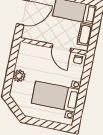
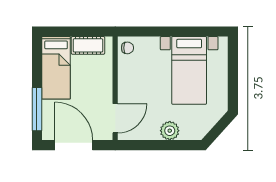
door: (61, 48) -> (115, 118), moved

